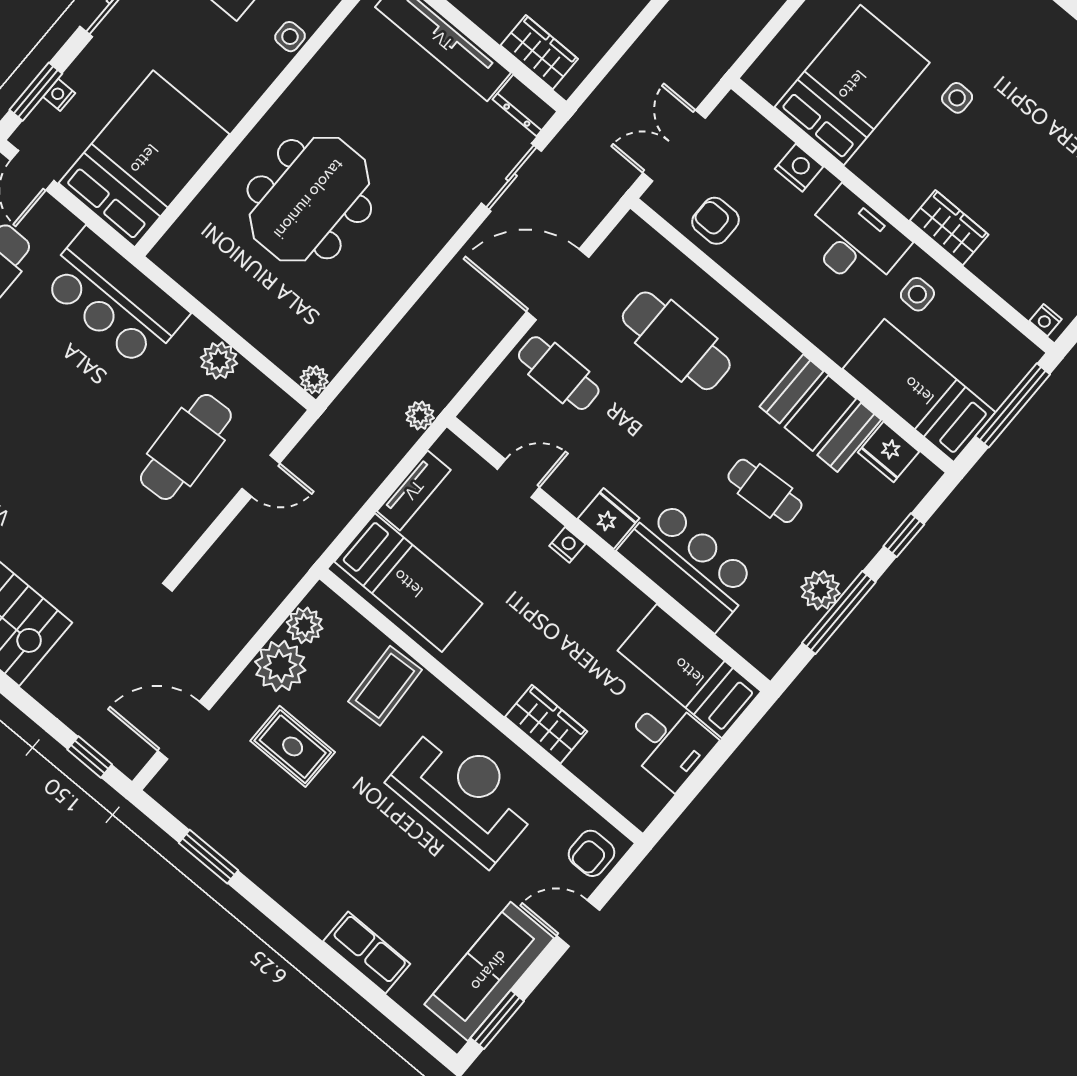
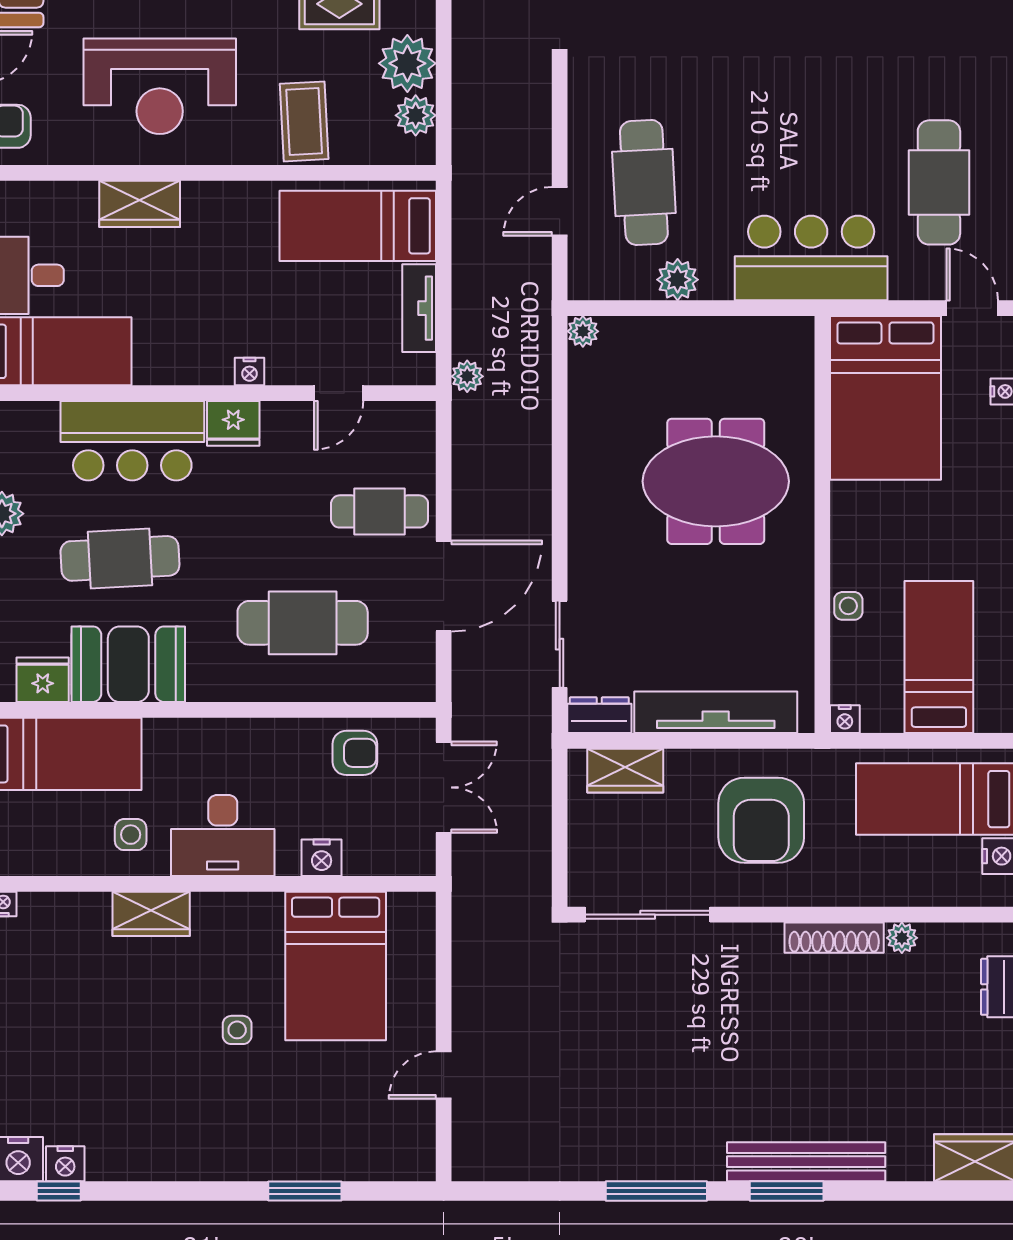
meeting table: (309, 199) -> (716, 481), turned 90
cafe table: (765, 491) -> (120, 558), width x1.37, depth x1.35

